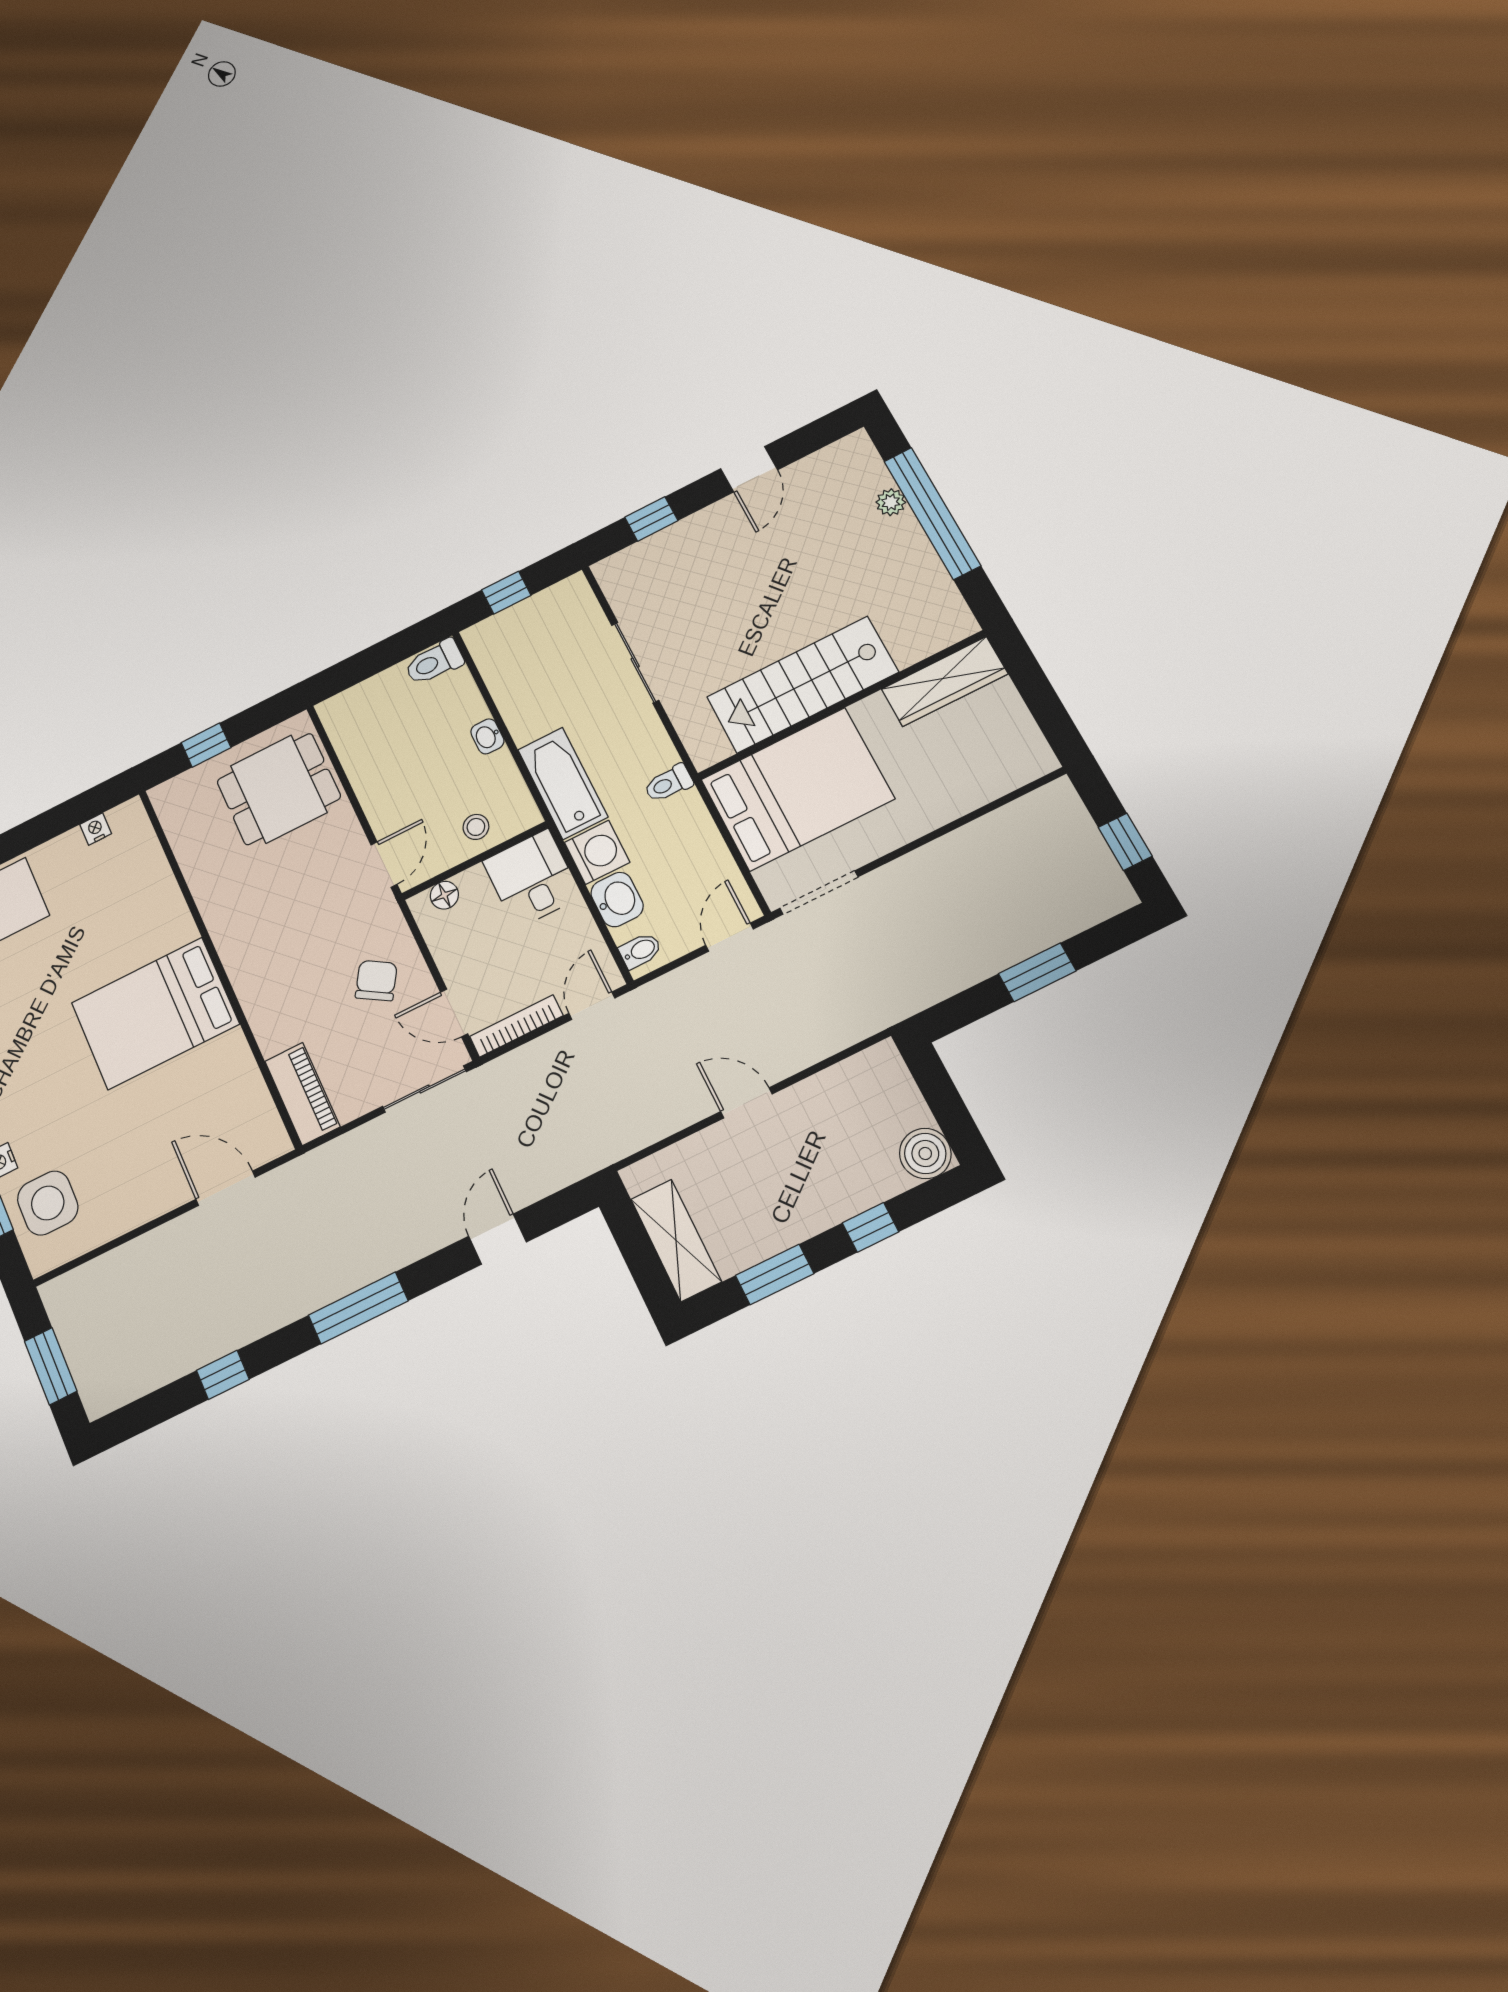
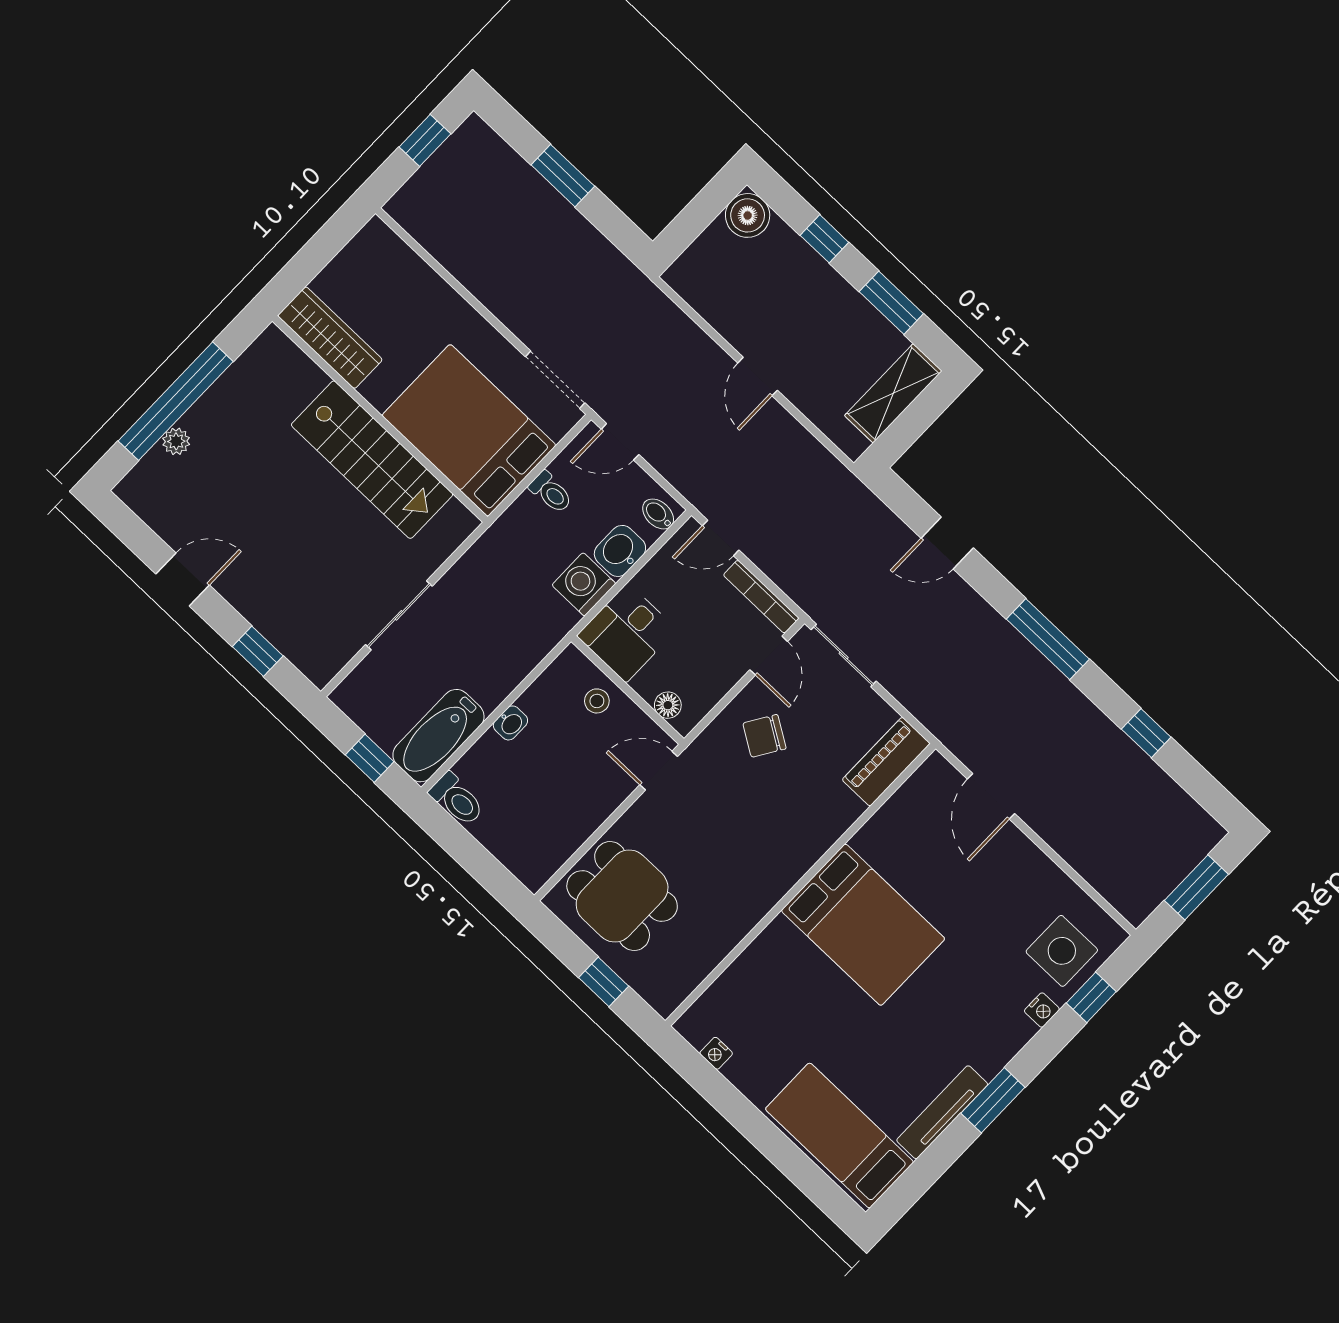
bathtub: (563, 783) -> (438, 736), moved
toilet: (668, 783) -> (551, 492), moved

